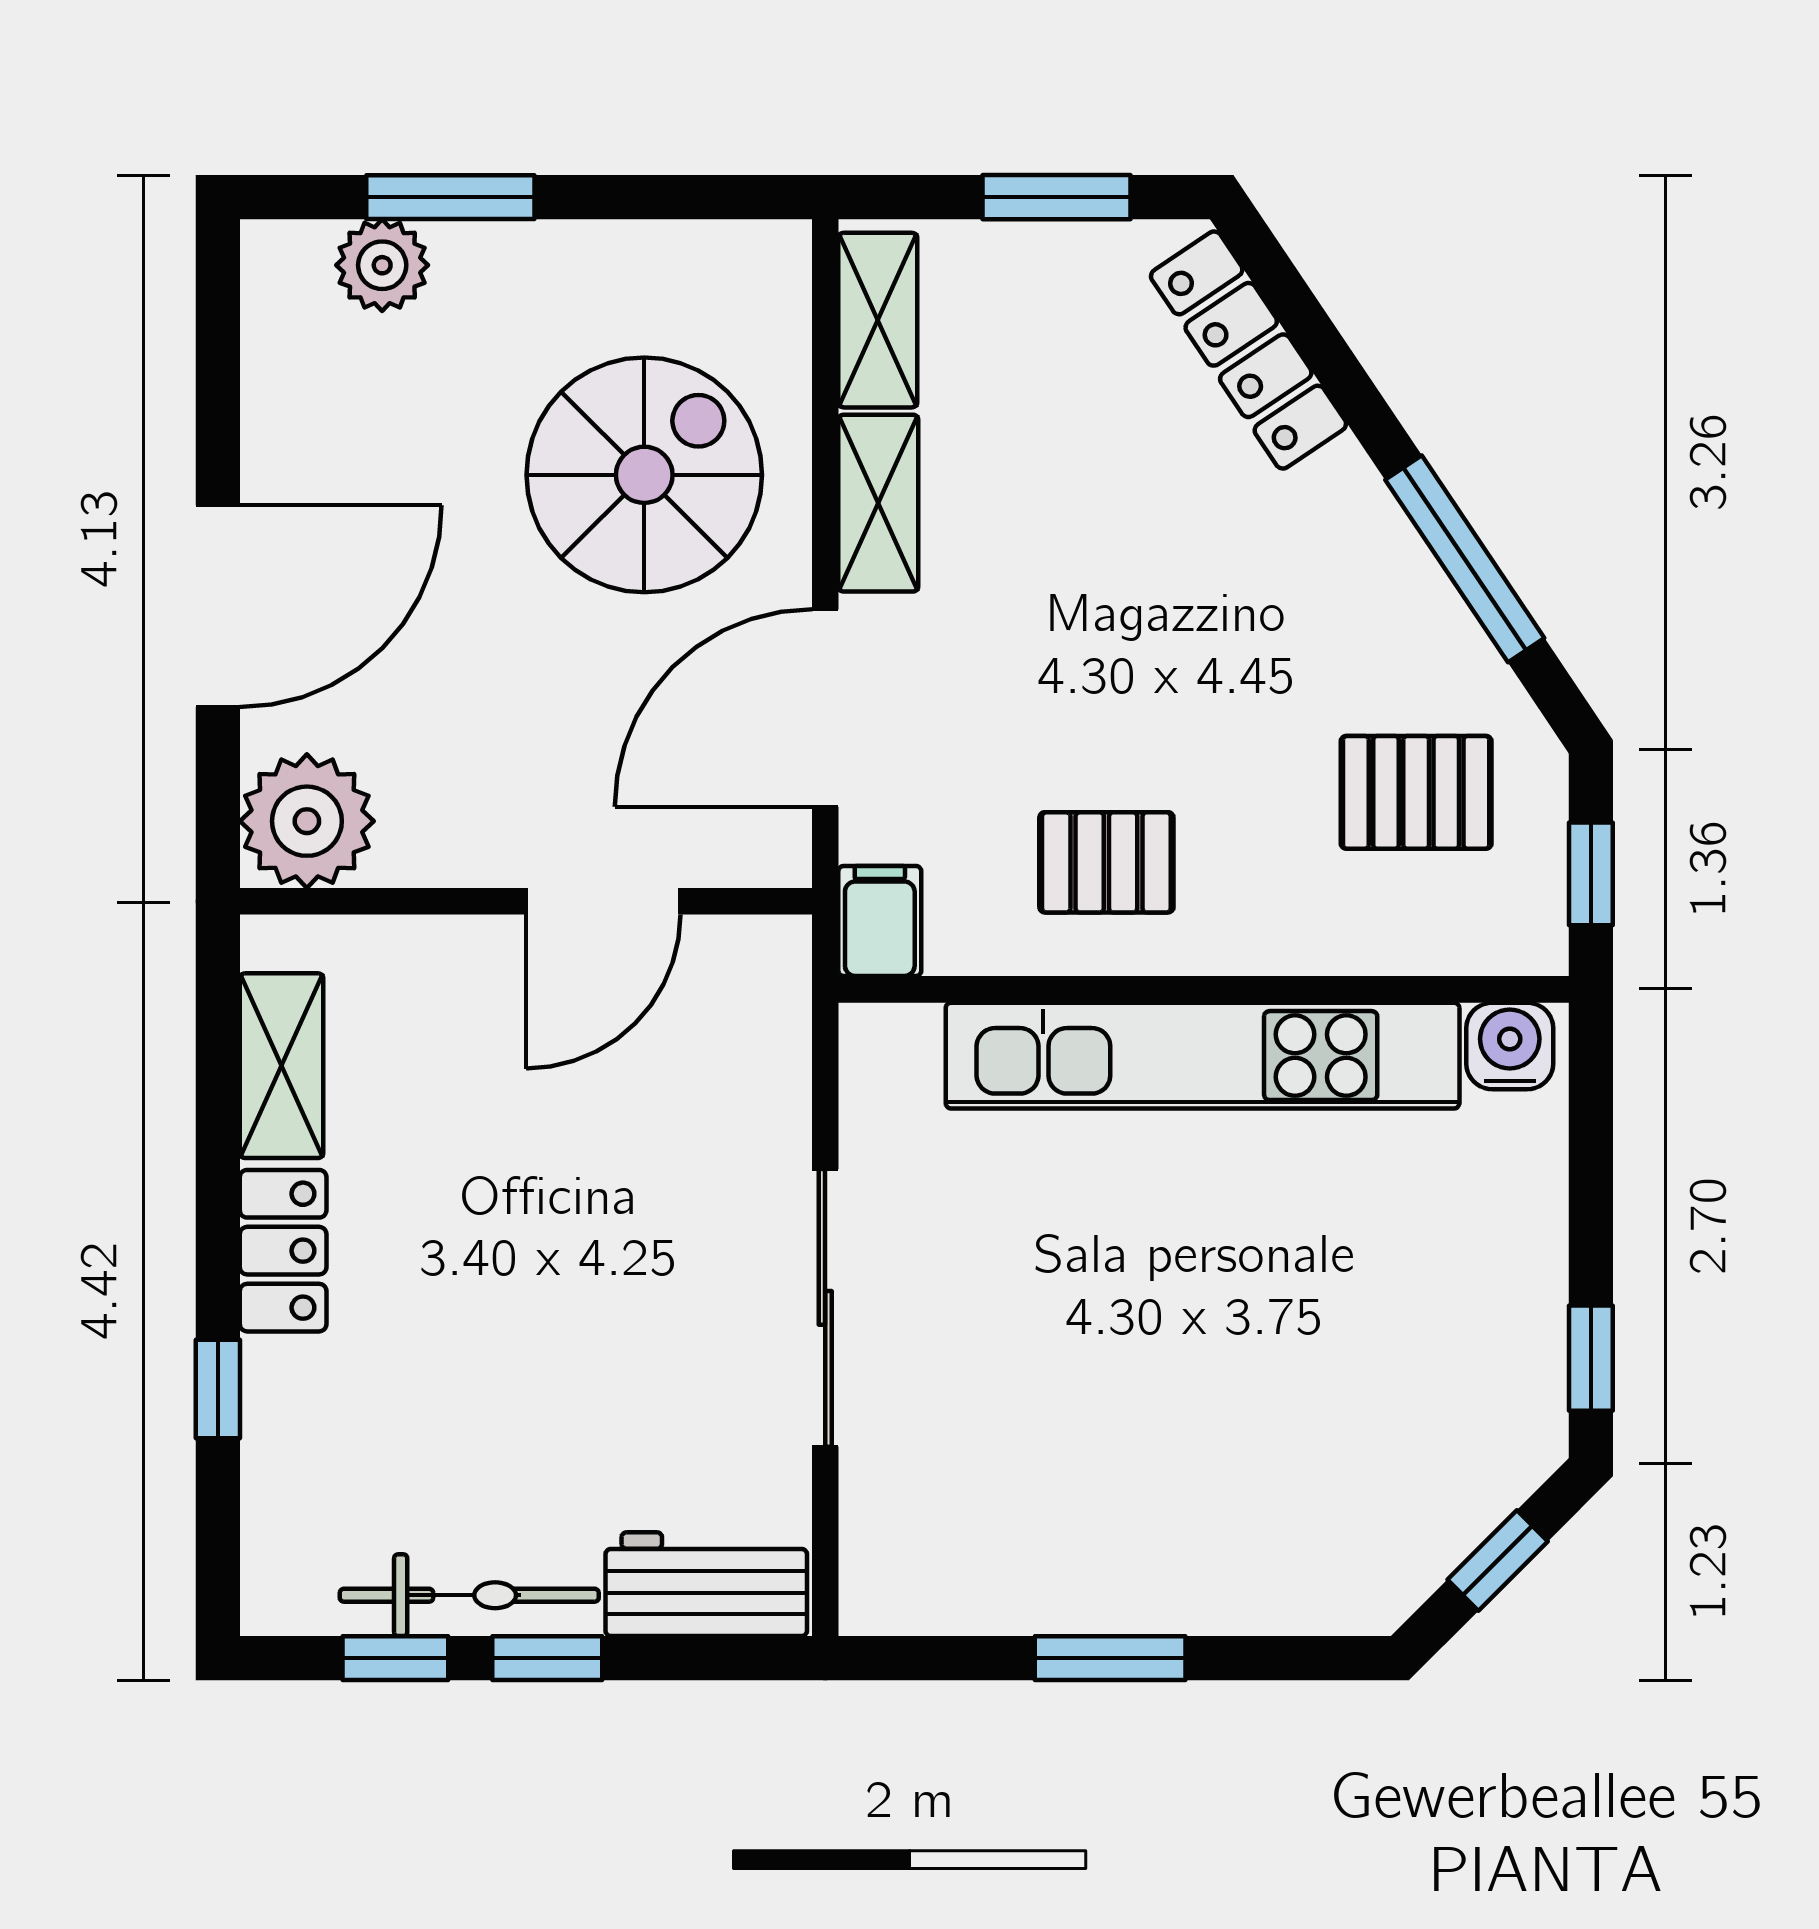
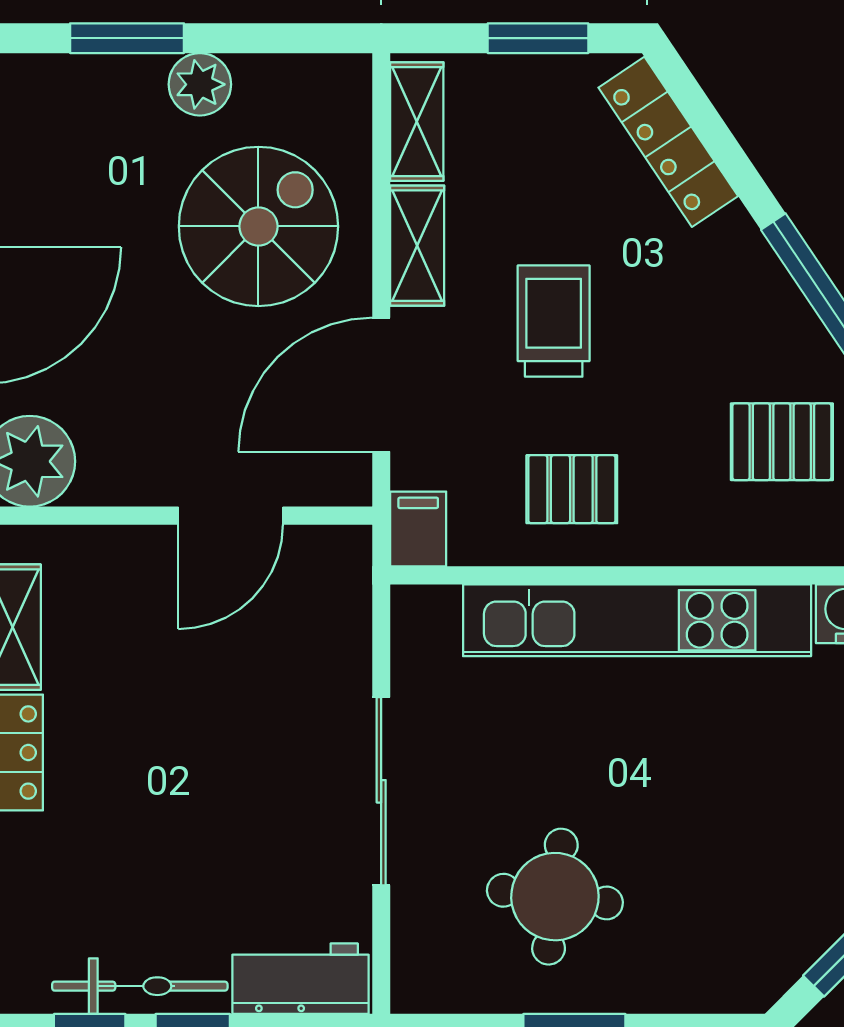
plant: (382, 265) -> (200, 84), moved
trolley: (1080, 614) -> (554, 321), added
round table: (1081, 1463) -> (555, 897), added

